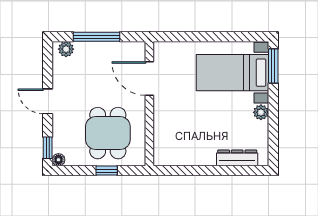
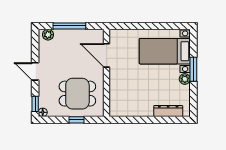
window: (273, 66) -> (193, 69), moved
dining table: (108, 133) -> (77, 94), turned 90

